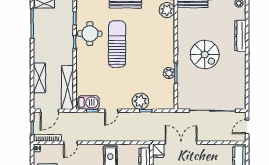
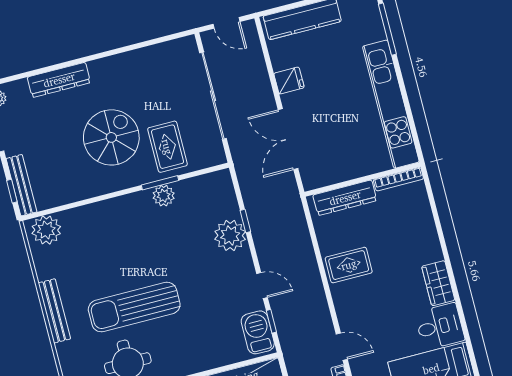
rug: (193, 81) -> (167, 147), added
fridge: (158, 151) -> (289, 80), moved

